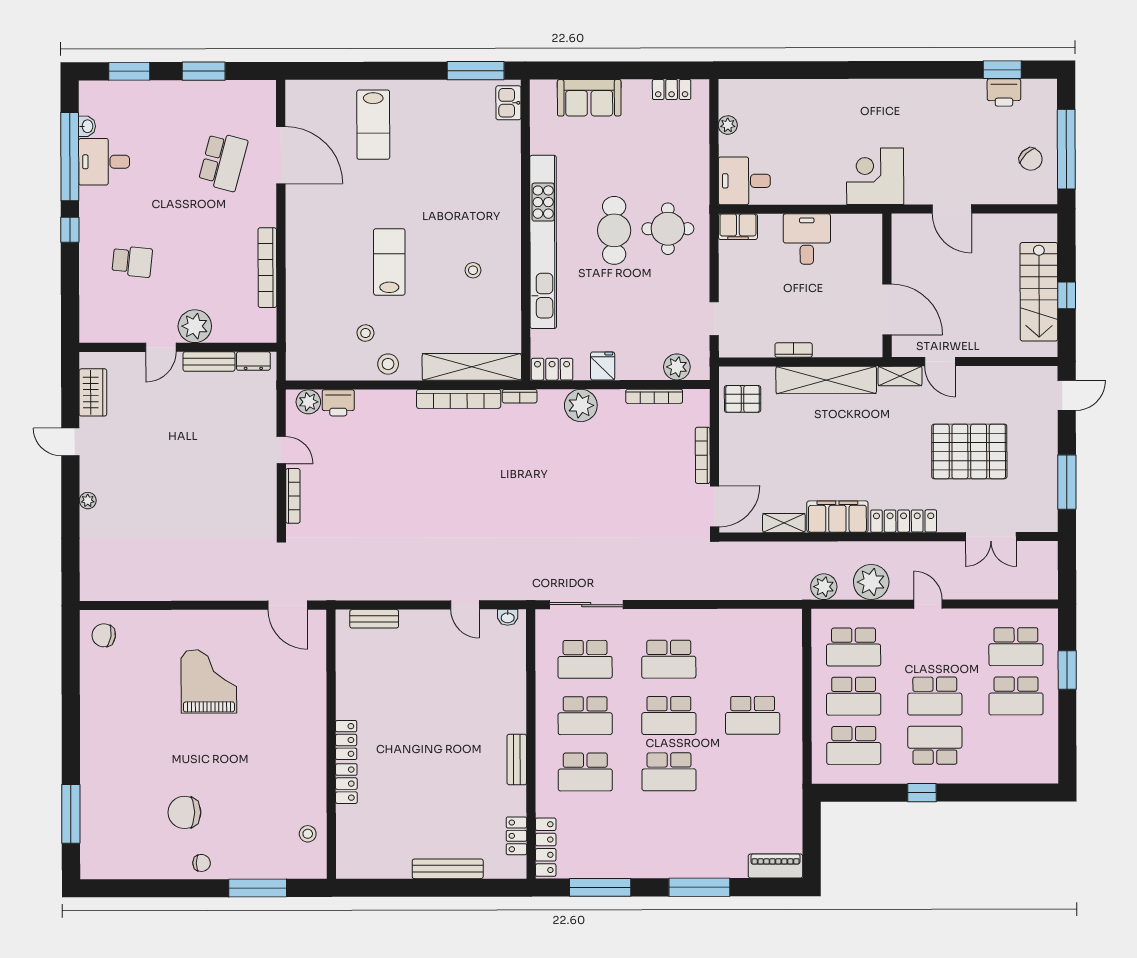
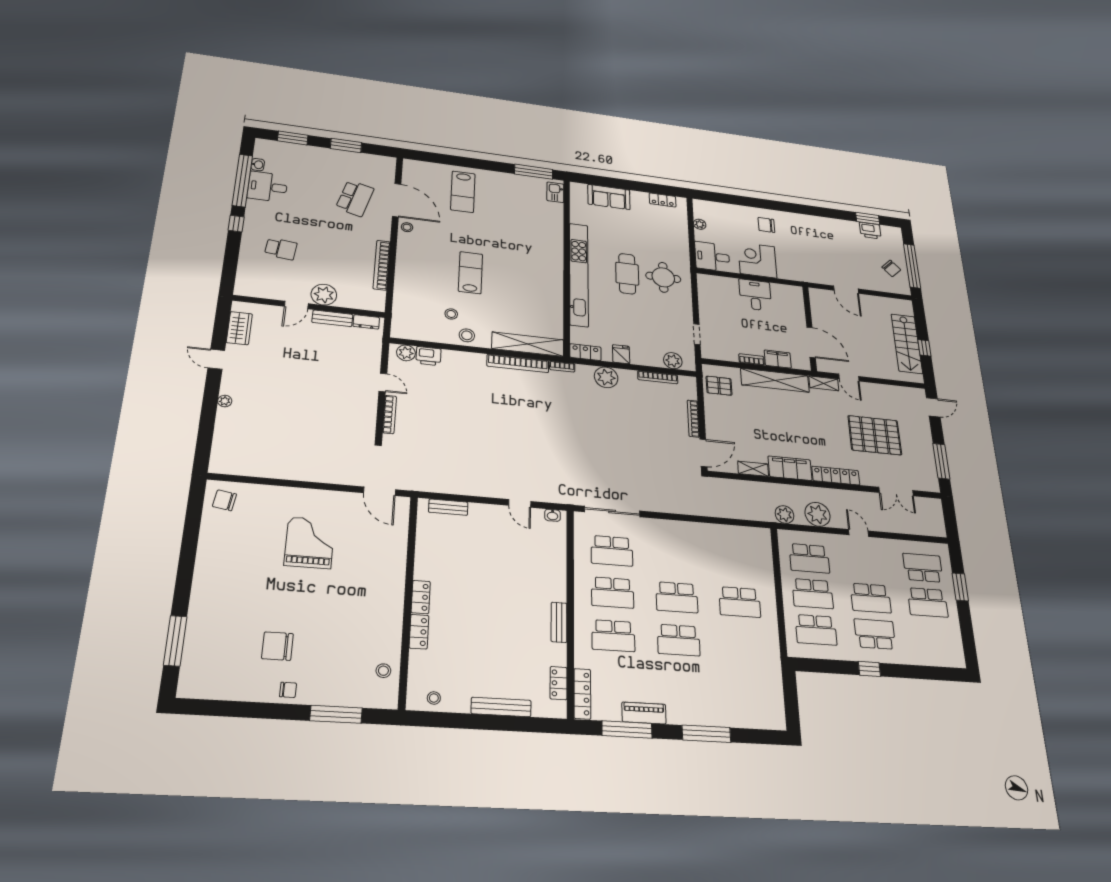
chair: (834, 109) -> (766, 225), added
corner desk: (875, 176) -> (757, 260), moved
filing cabinet: (738, 227) -> (778, 359), moved, turned 180
stool: (473, 270) -> (407, 227), moved
school desk: (1016, 647) -> (923, 568), turned 180
school desk: (669, 659) -> (675, 556), removed
stool: (368, 863) -> (434, 698), added
piano: (775, 866) -> (644, 713), moved

